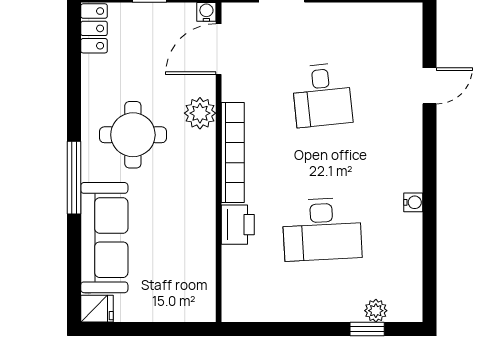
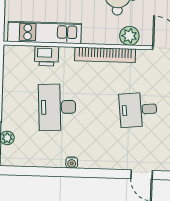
printer: (238, 225) -> (47, 56), moved
kitchen unit: (199, 254) -> (44, 32), added

